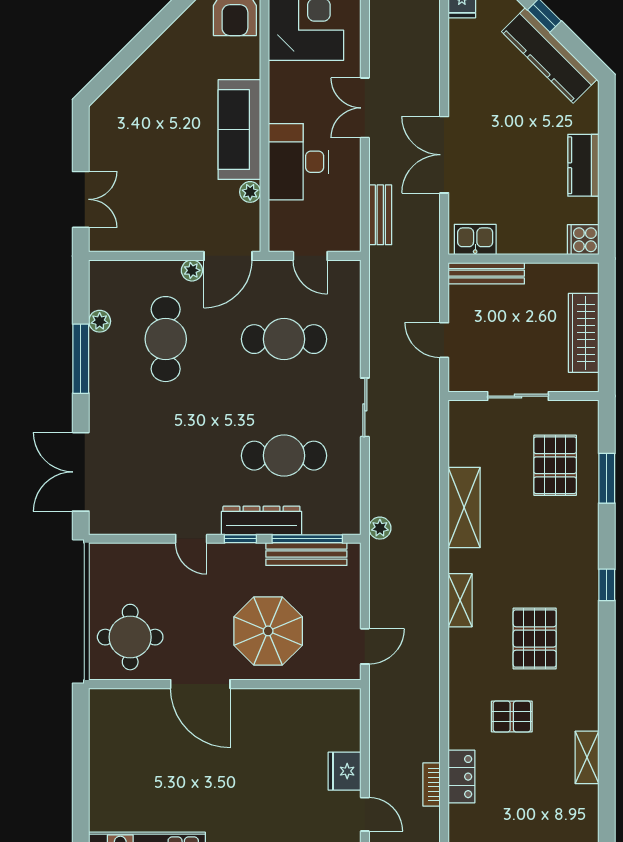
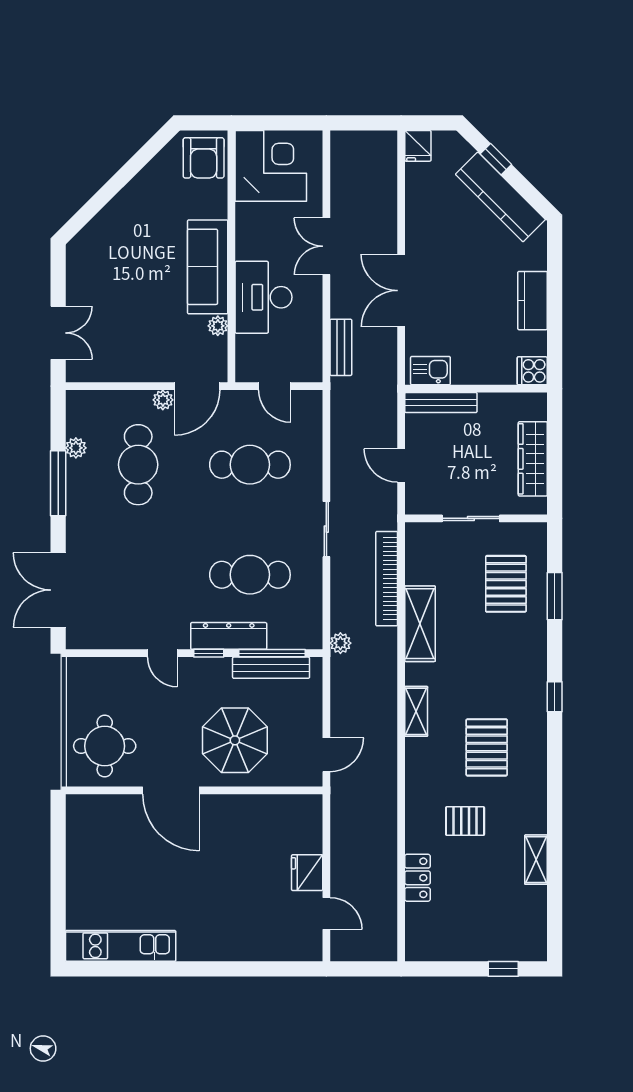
bookcase: (432, 785) -> (387, 579), moved, width x2.31, depth x1.31

